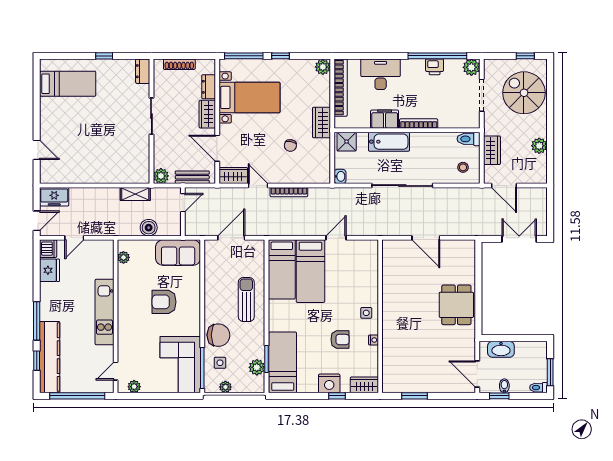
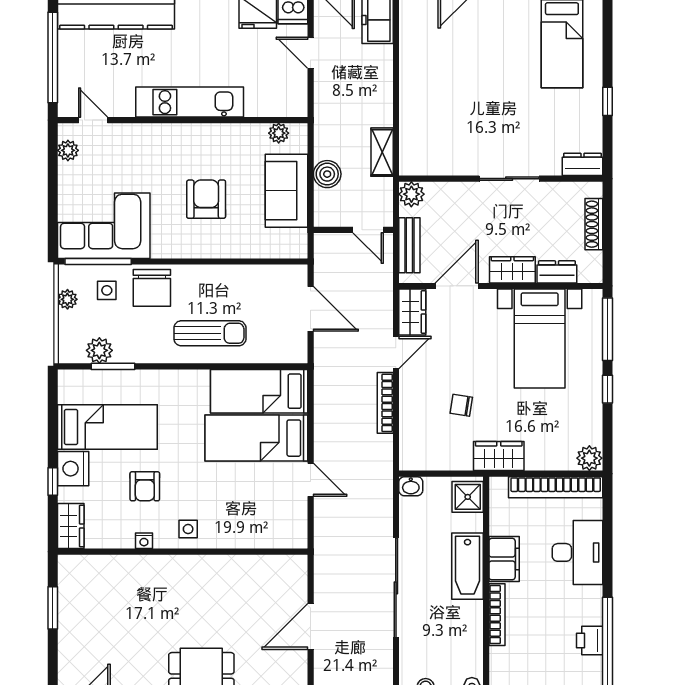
sofa: (178, 253) -> (287, 191), moved
bed: (283, 362) -> (107, 427), moved

